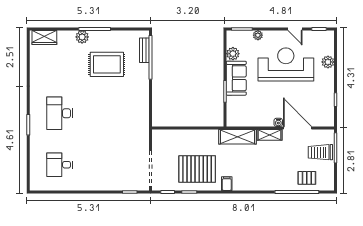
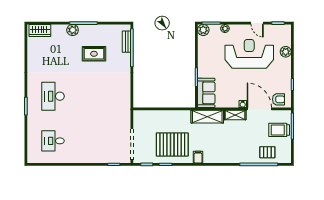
plant: (233, 54) -> (203, 30), moved
rug: (107, 64) -> (94, 54), width x0.73, depth x0.70
sofa: (236, 78) -> (206, 93), moved
armchair: (320, 117) -> (278, 99), added

